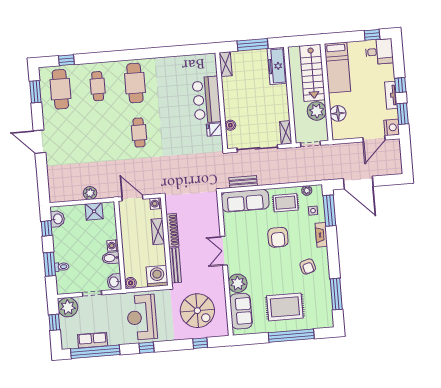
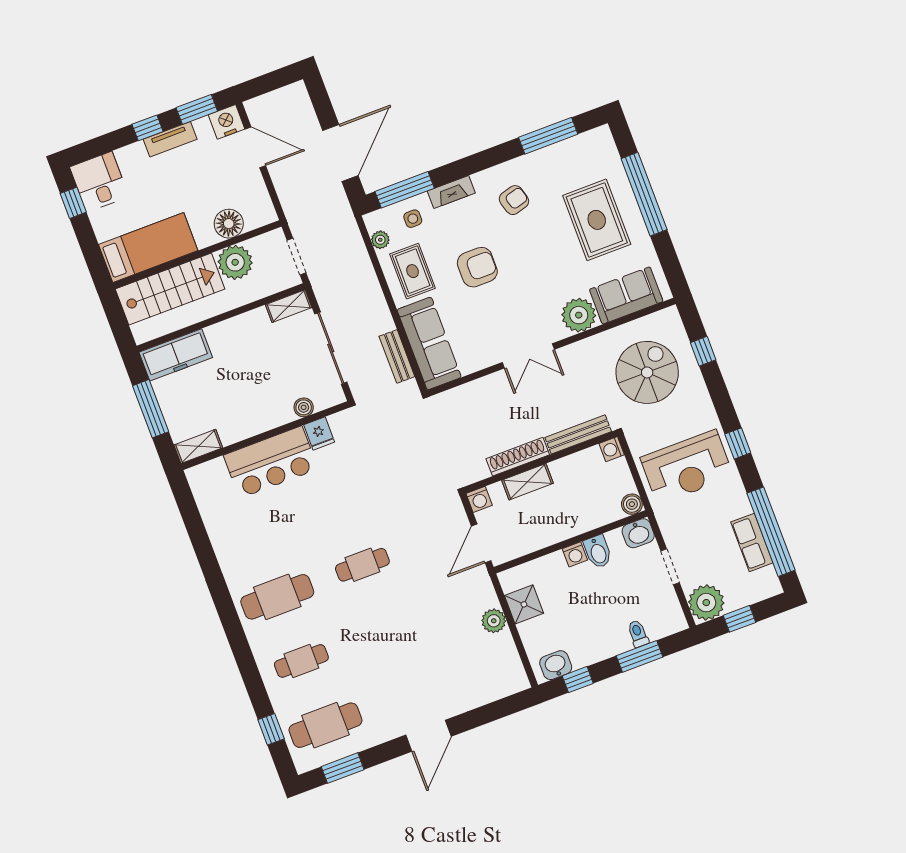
washing machine: (157, 276) -> (612, 449), width x0.53, depth x0.53

